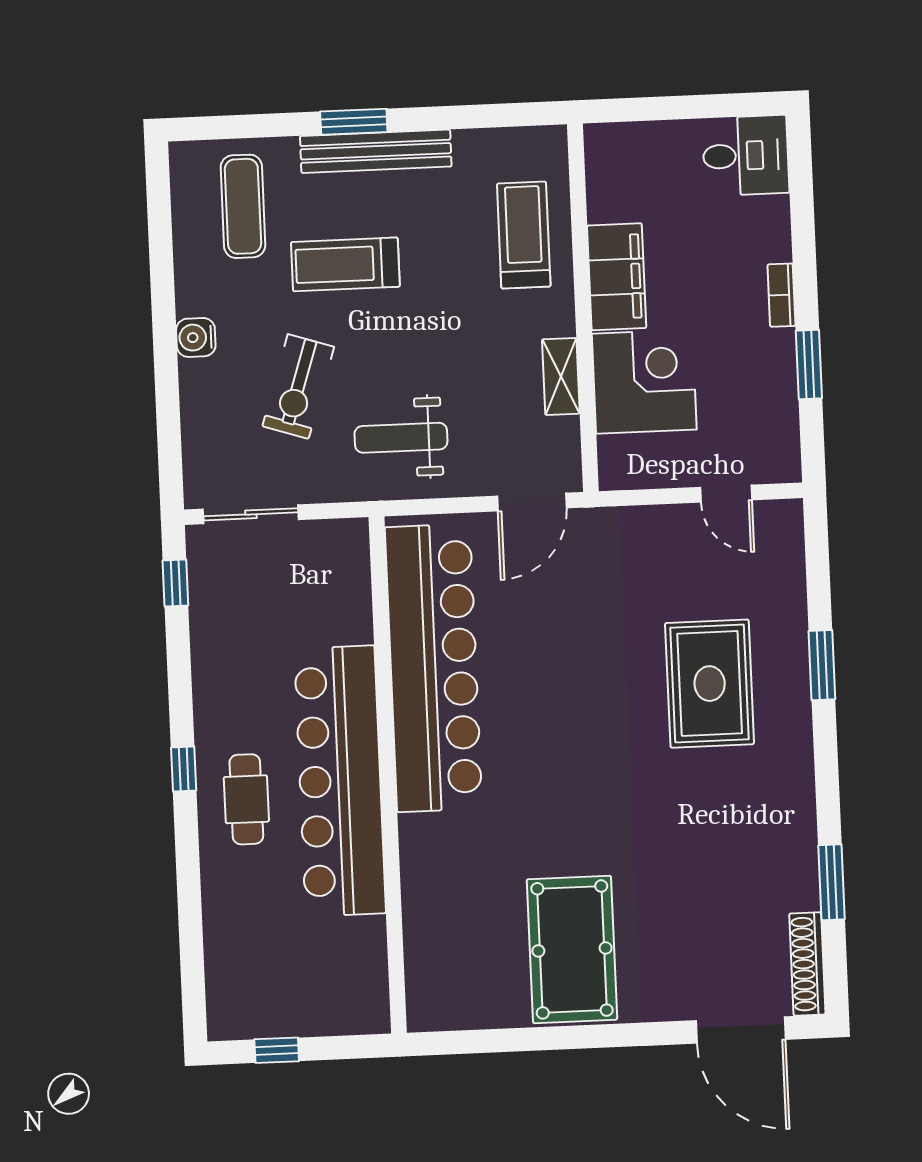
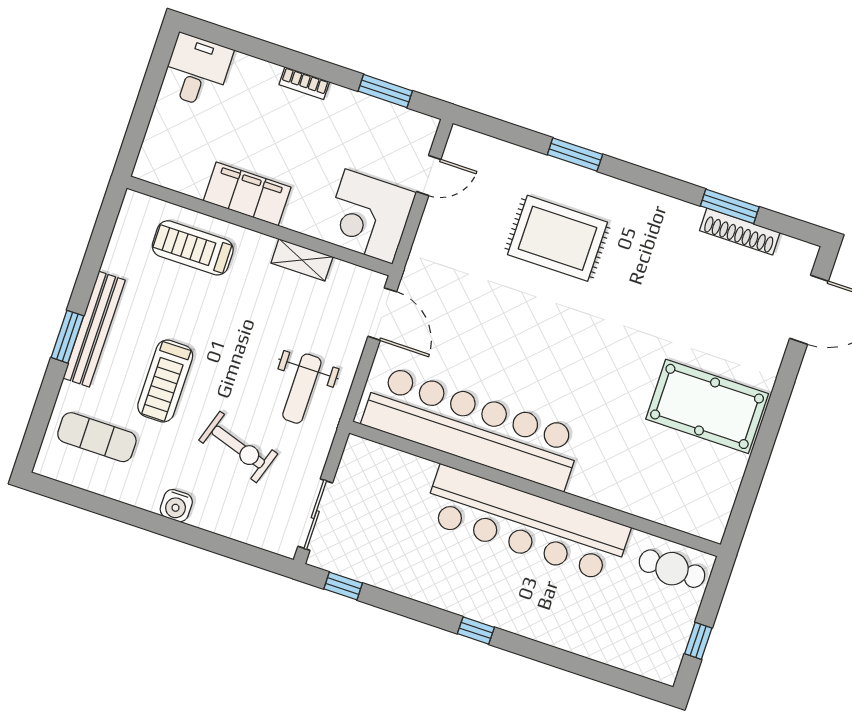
window: (809, 364) -> (385, 91), moved
corner desk: (644, 382) -> (369, 217), moved, turned -90
cafe table: (246, 799) -> (672, 569), moved
shoe rack: (807, 964) -> (740, 232), moved

